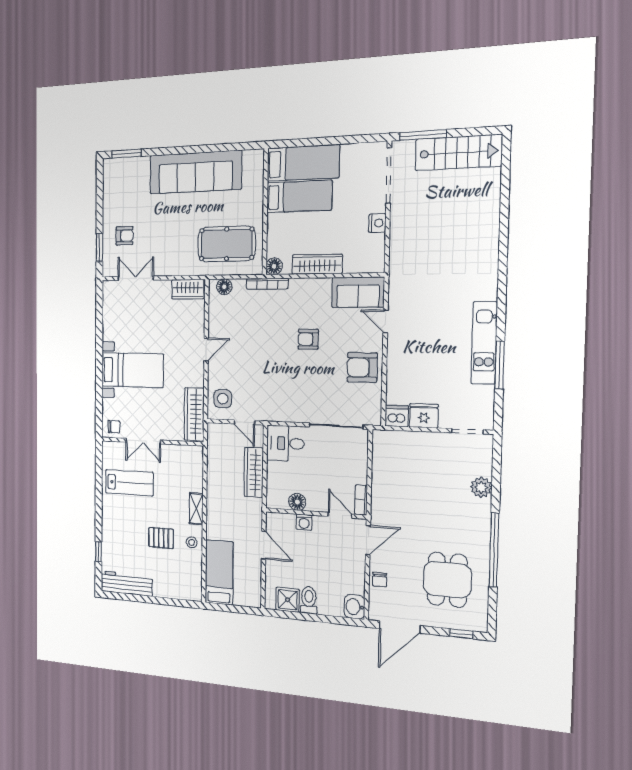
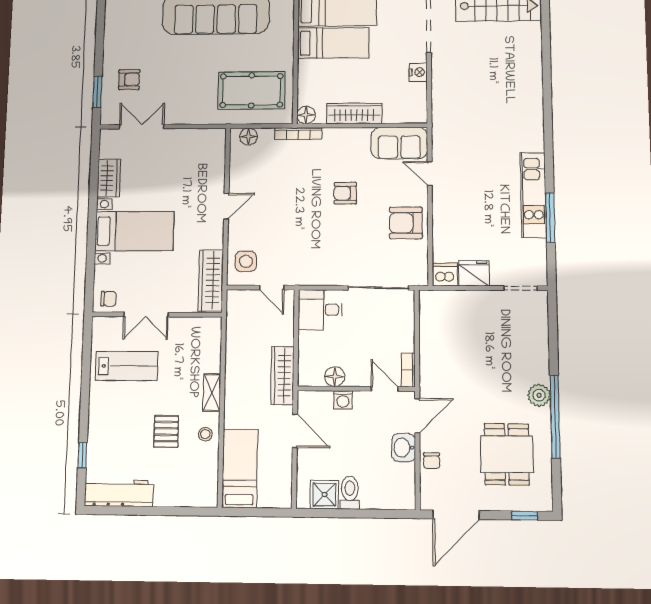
wardrobe: (188, 289) -> (109, 178), moved, turned -90
wardrobe: (254, 472) -> (282, 376), moved
plant: (481, 487) -> (539, 395), moved
pallet: (161, 538) -> (166, 432), turned 90
washbasin: (355, 607) -> (404, 448), moved

